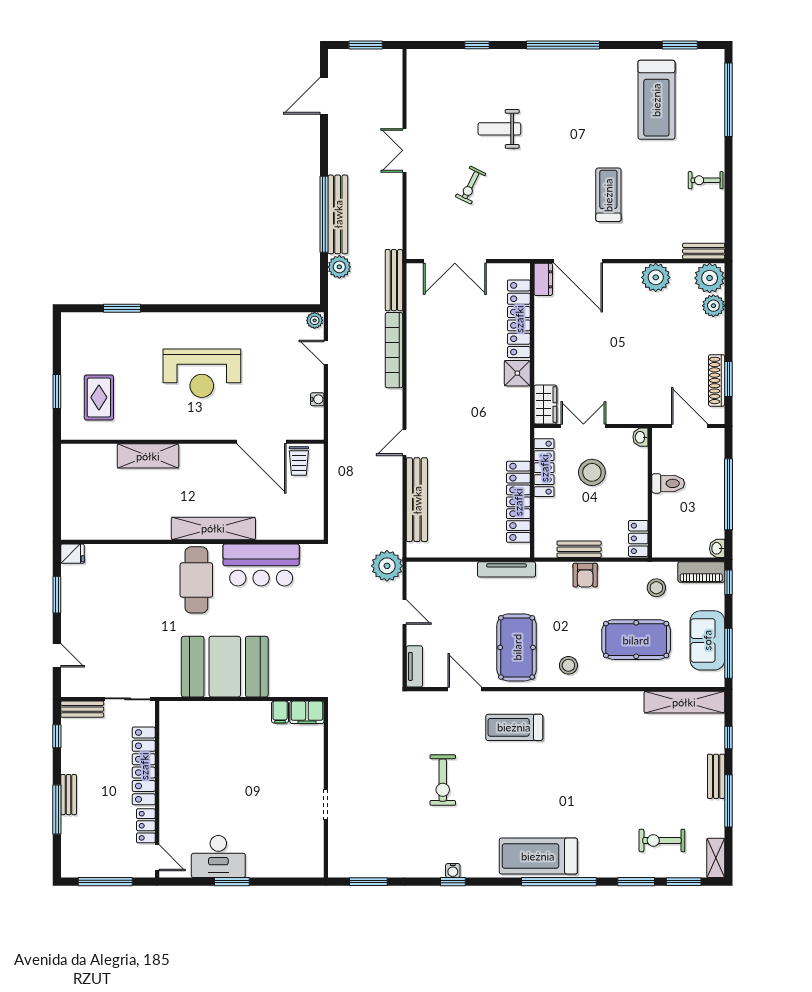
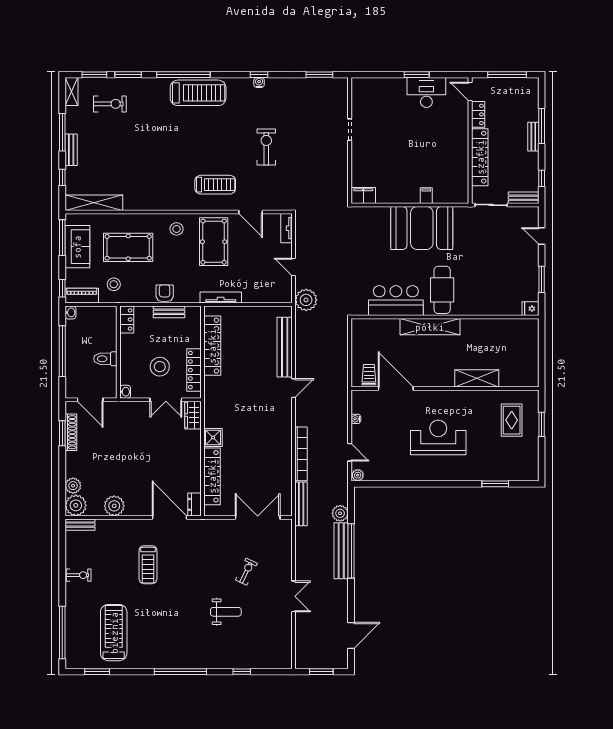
filing cabinet: (280, 712) -> (426, 196), moved

